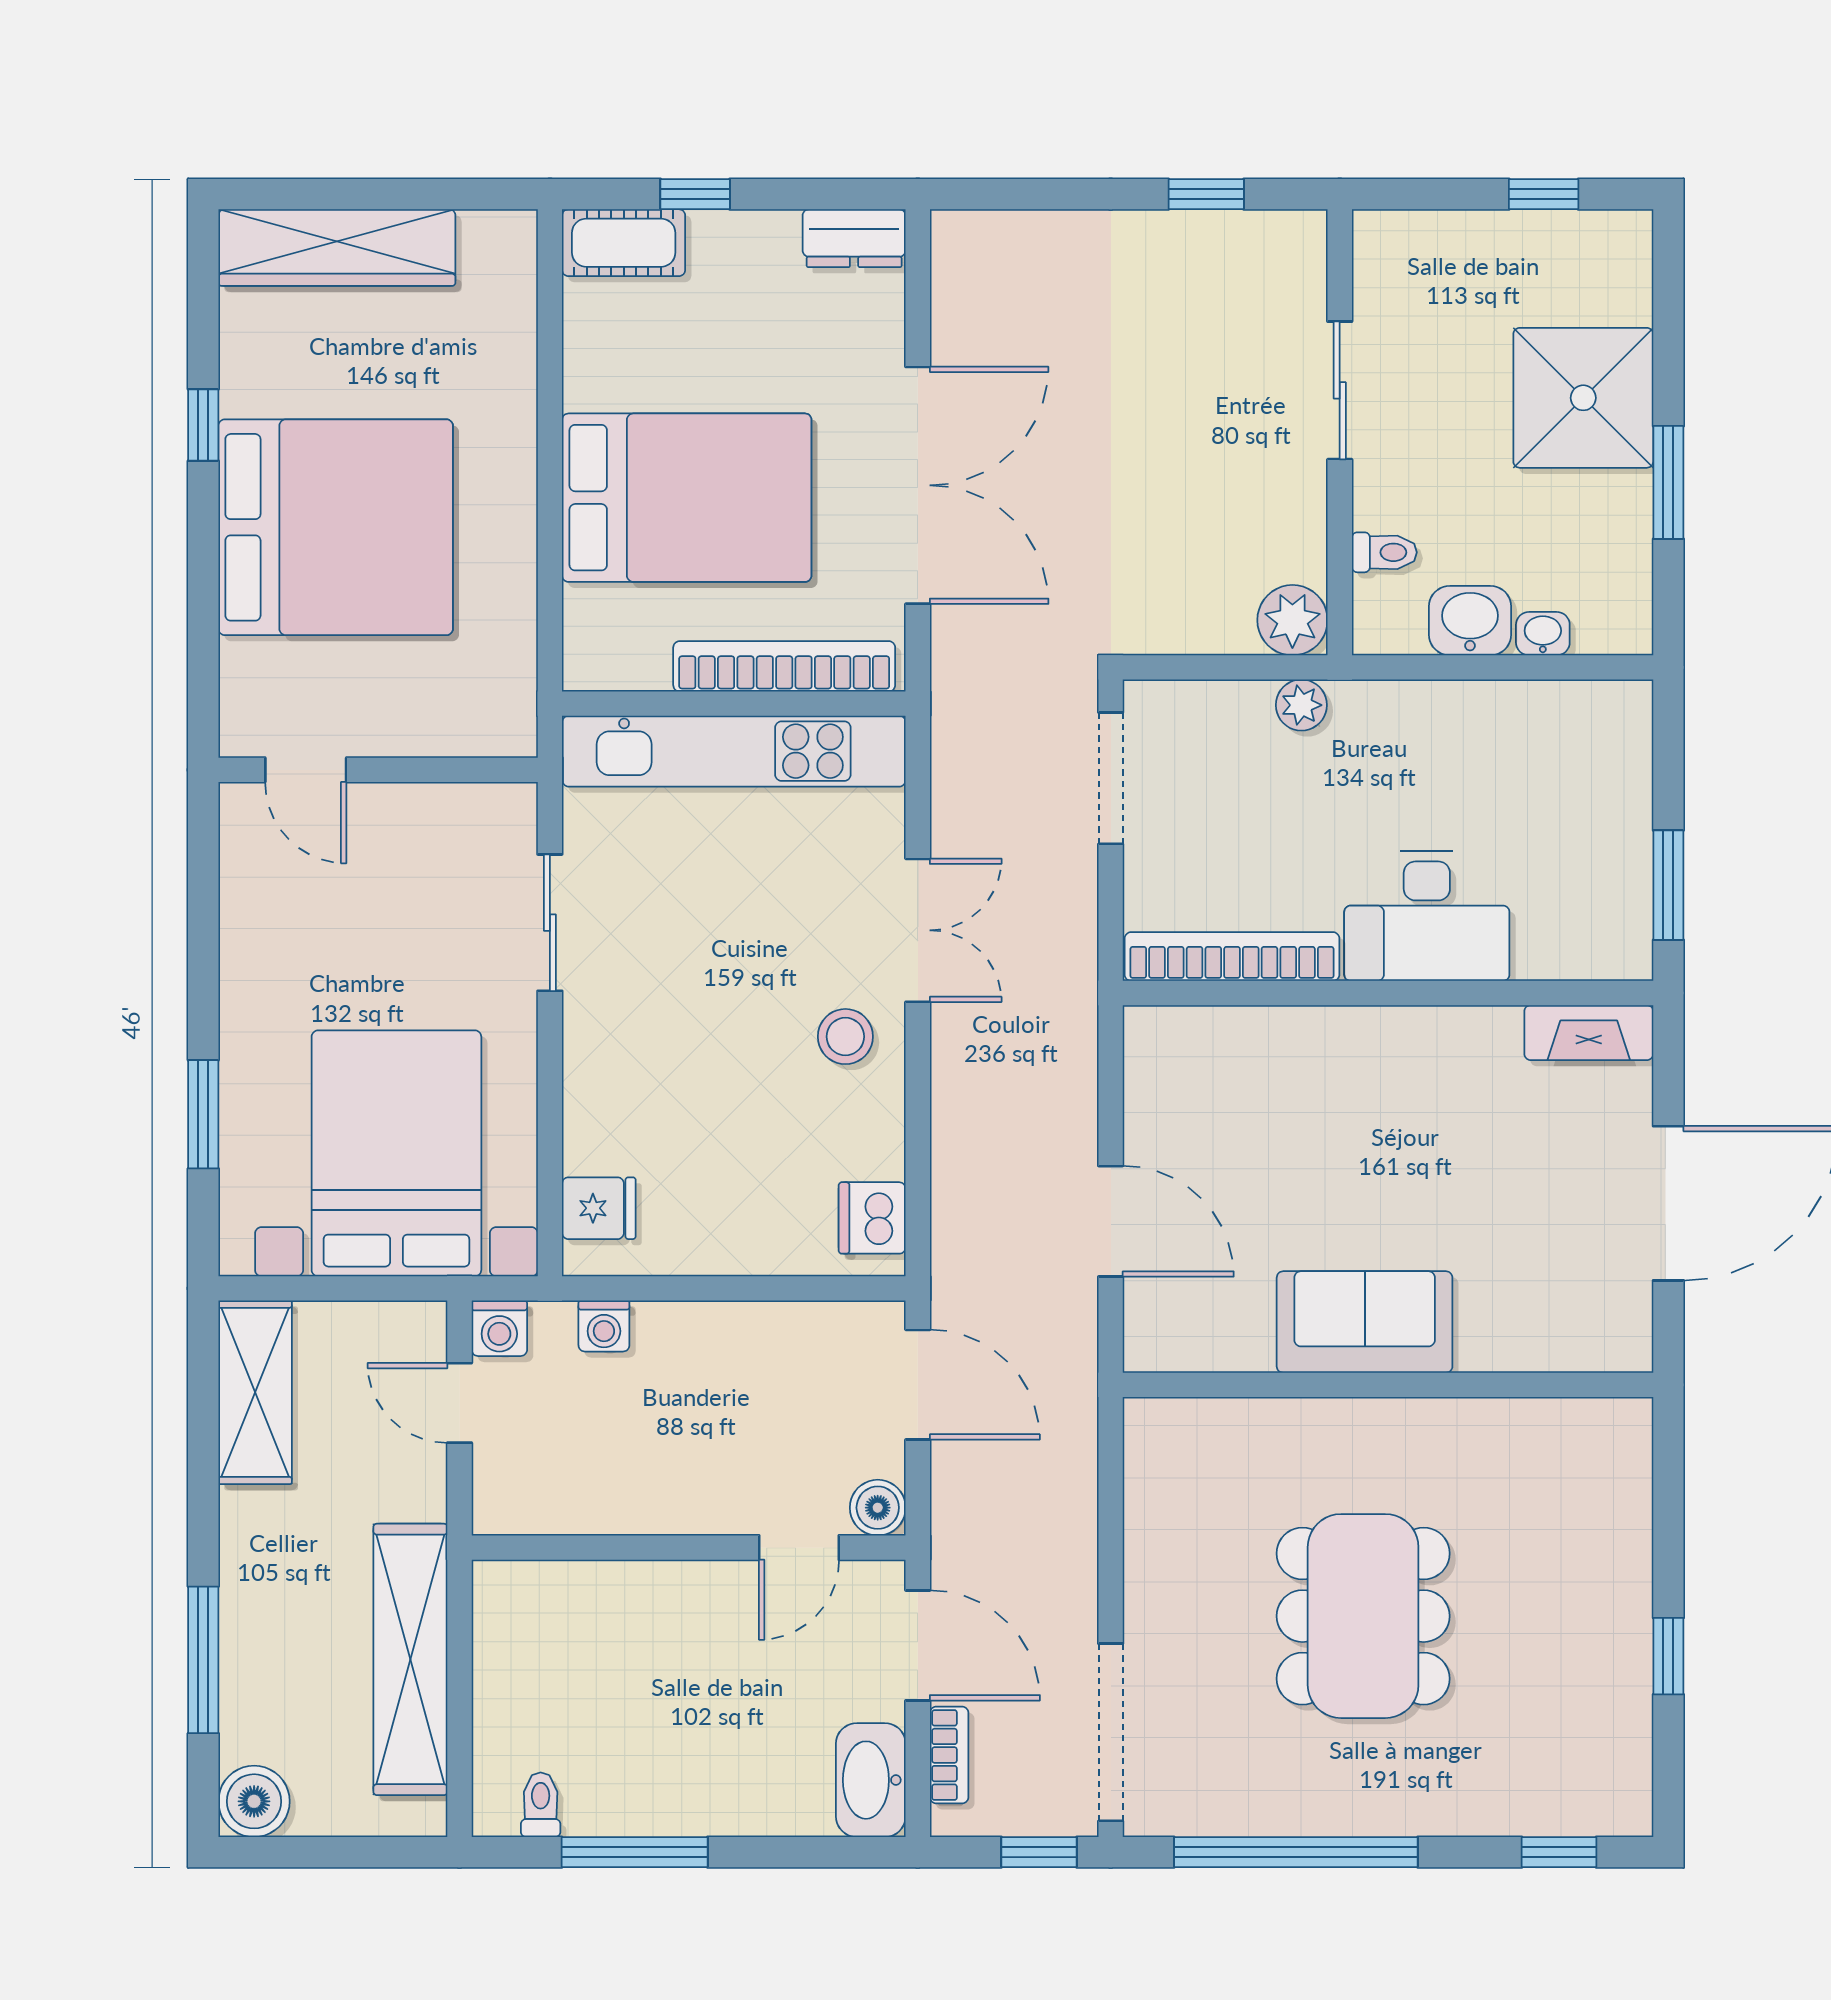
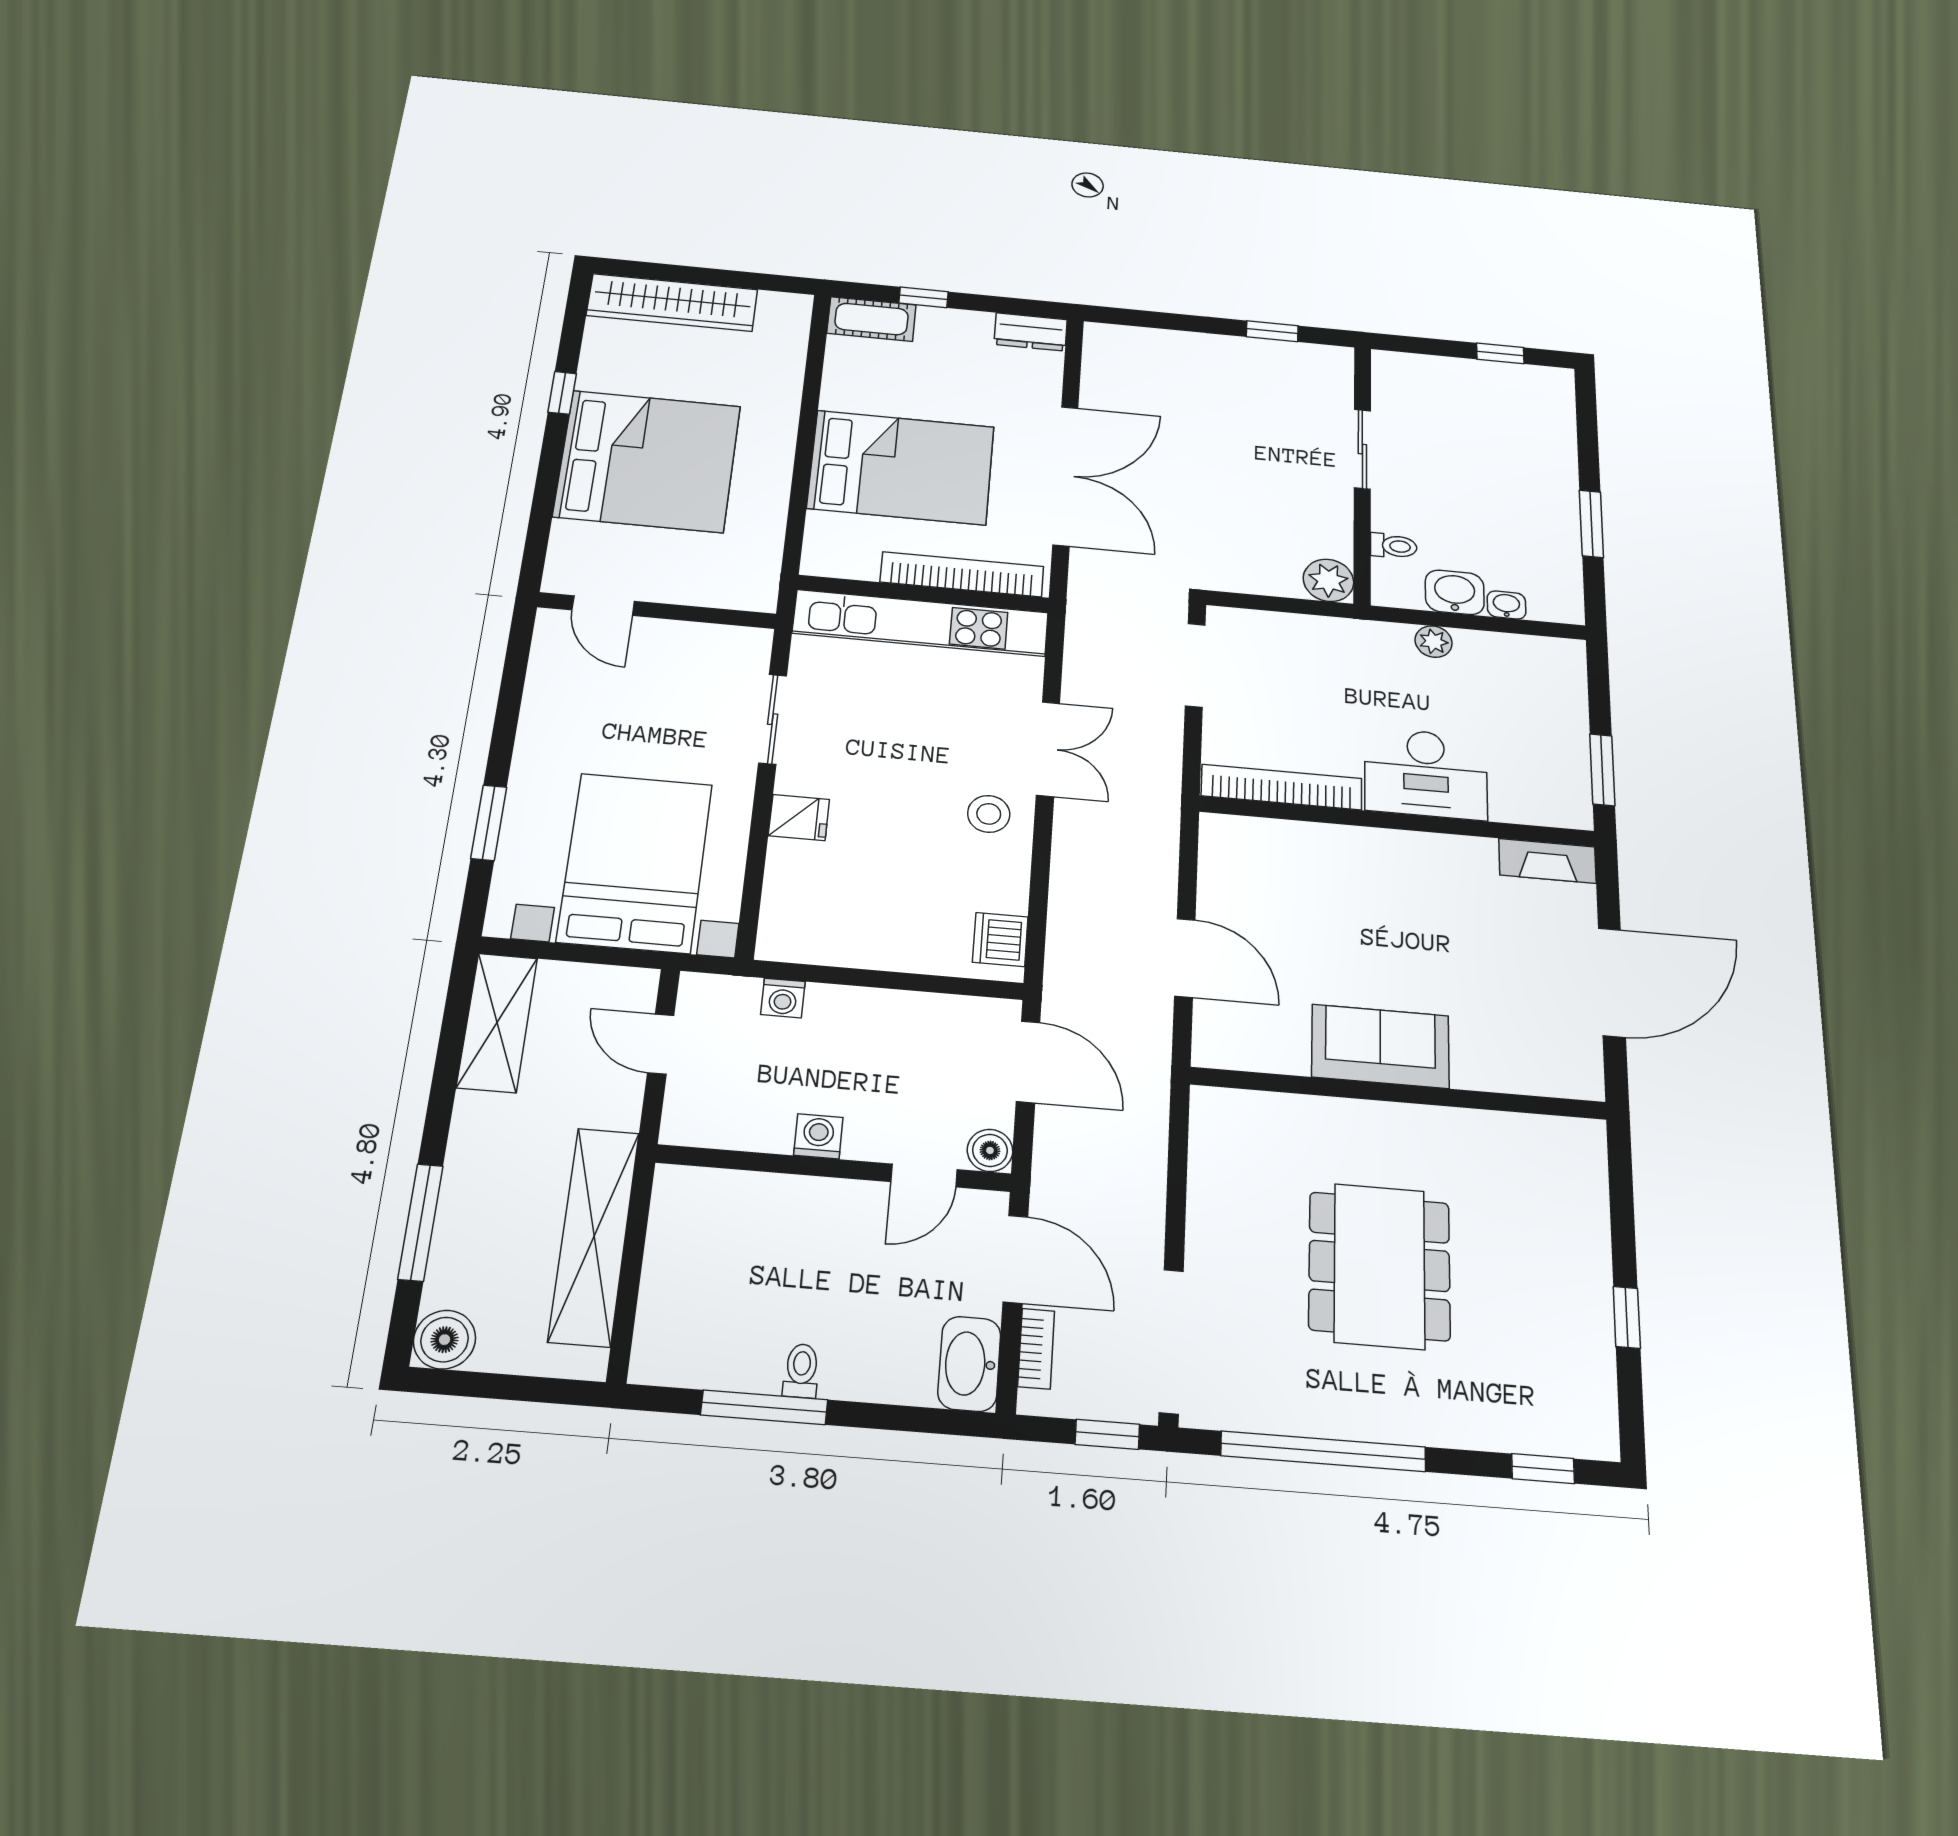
shower: (1583, 398) -> (1531, 469), removed
plant: (1301, 705) -> (1434, 642), moved
fridge: (599, 1208) -> (799, 817), moved
washing machine: (499, 1328) -> (818, 1136), moved, turned 180
toilet: (541, 1805) -> (801, 1371), moved

